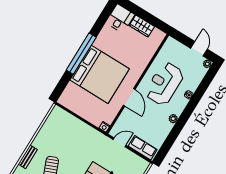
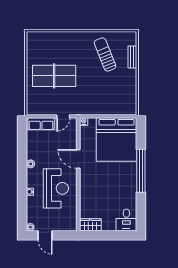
wardrobe: (142, 26) -> (90, 225), moved
bed: (100, 74) -> (117, 139), moved, turned -90

